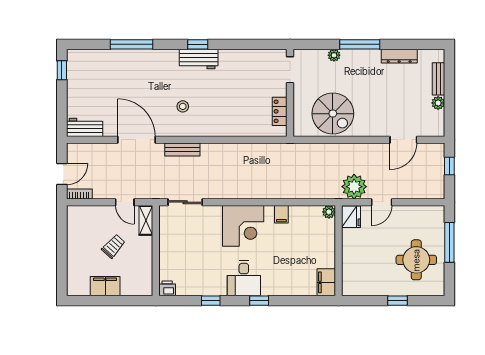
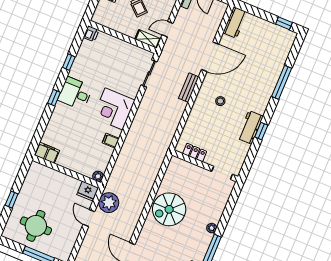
doorway: (290, 70) -> (222, 173), moved
wall: (290, 93) -> (205, 166), moved
locker: (280, 111) -> (195, 152), moved

